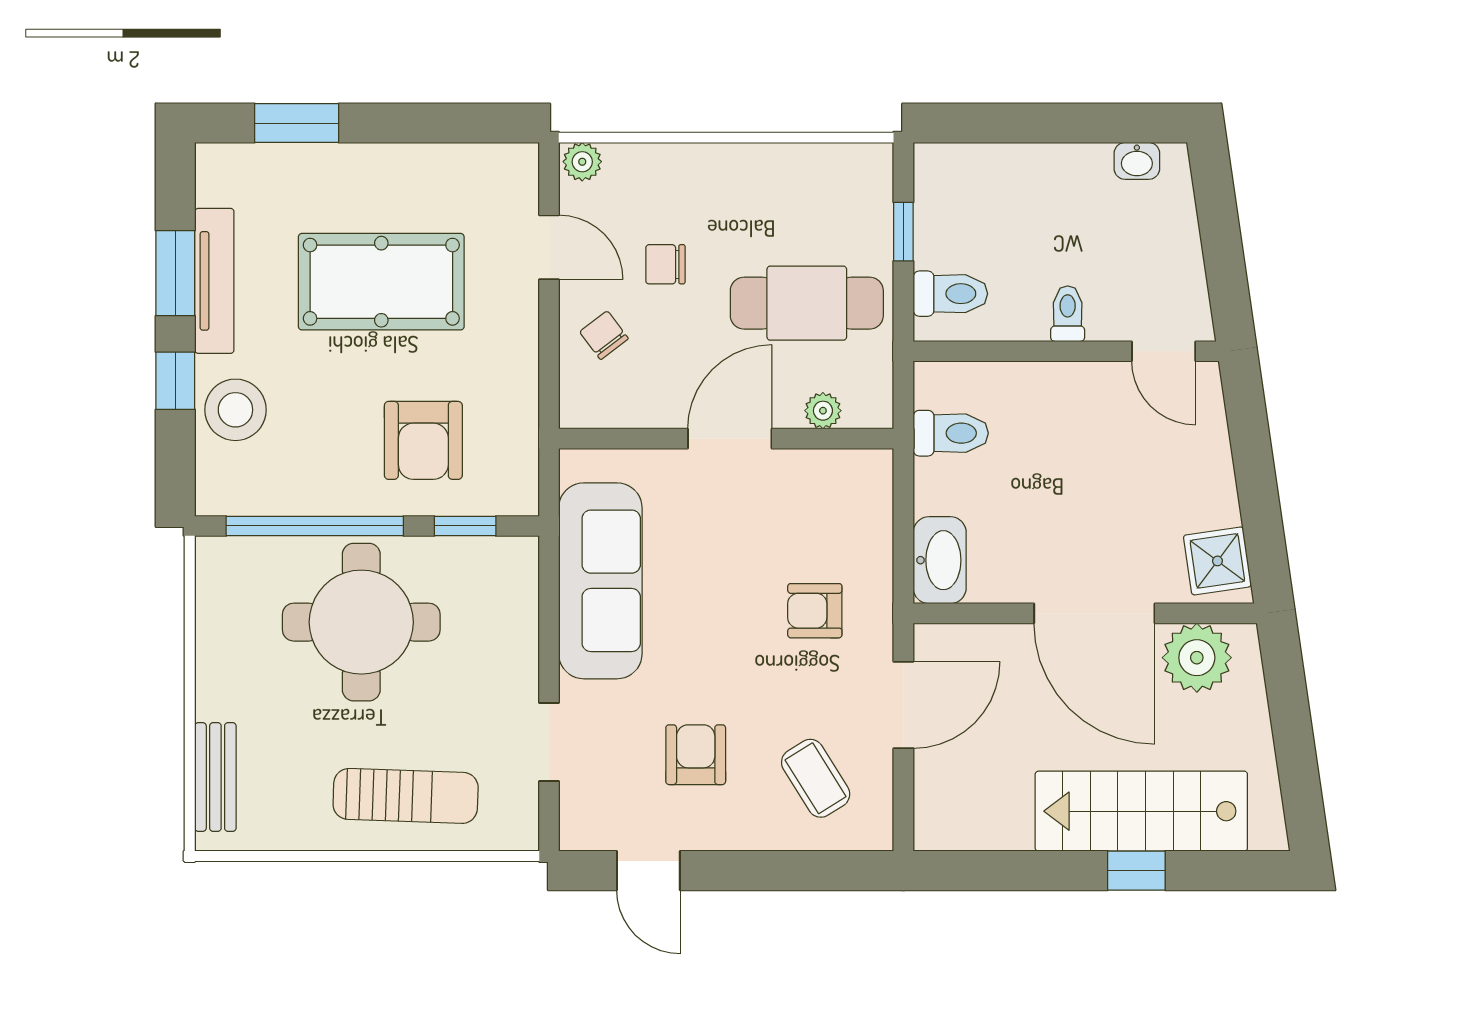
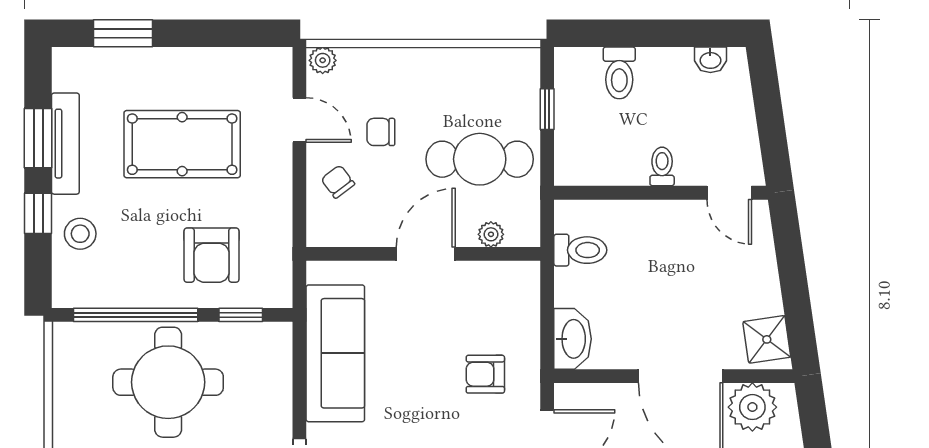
toilet: (950, 294) -> (619, 73), moved, turned 90
stool: (235, 410) -> (80, 234), width x0.73, depth x0.73

